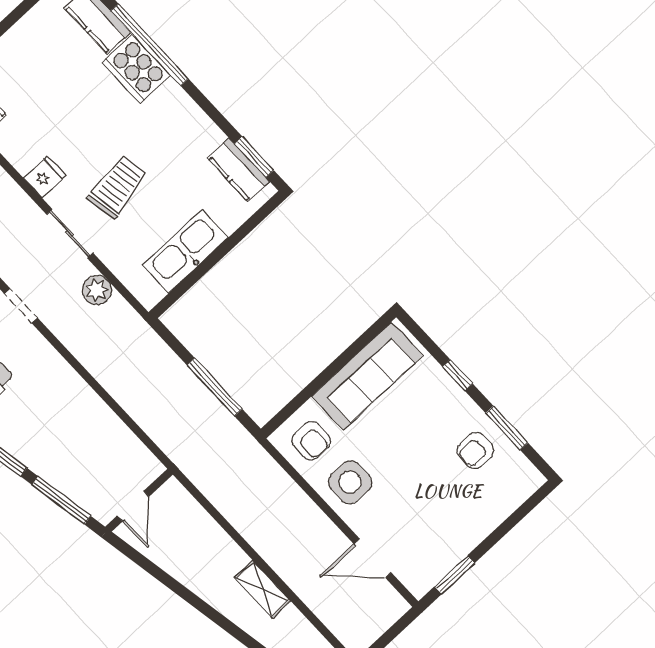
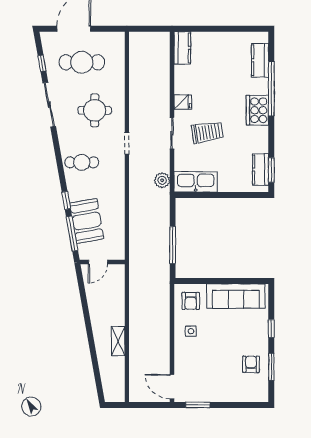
cooker: (136, 69) -> (257, 110), moved
kitchen sink: (185, 251) -> (196, 182), moved
plant: (97, 290) -> (162, 180), moved
armchair: (475, 451) -> (251, 364), turned 90
booth: (65, 464) -> (87, 221), added
side table: (350, 482) -> (191, 331), width x0.54, depth x0.54
door: (372, 558) -> (172, 387), moved

